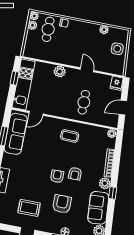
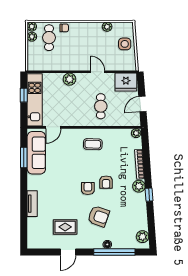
fridge: (117, 83) -> (126, 82), width x1.88, depth x1.34
armchair: (62, 204) -> (99, 216), turned 109
sofa: (98, 208) -> (137, 213), removed

